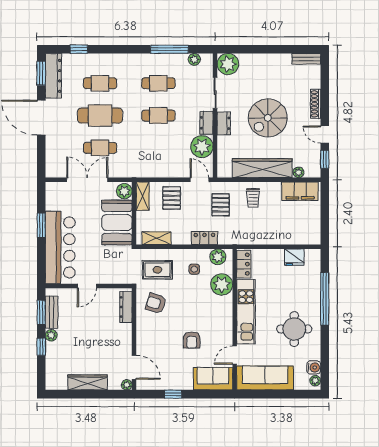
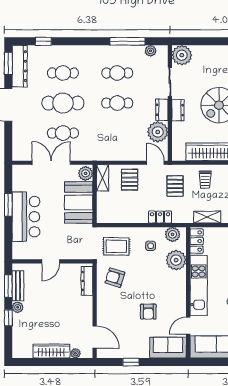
shelving: (156, 238) -> (207, 217), moved
bar counter: (60, 247) -> (26, 217), width x0.73
plant: (127, 385) -> (76, 353), moved

